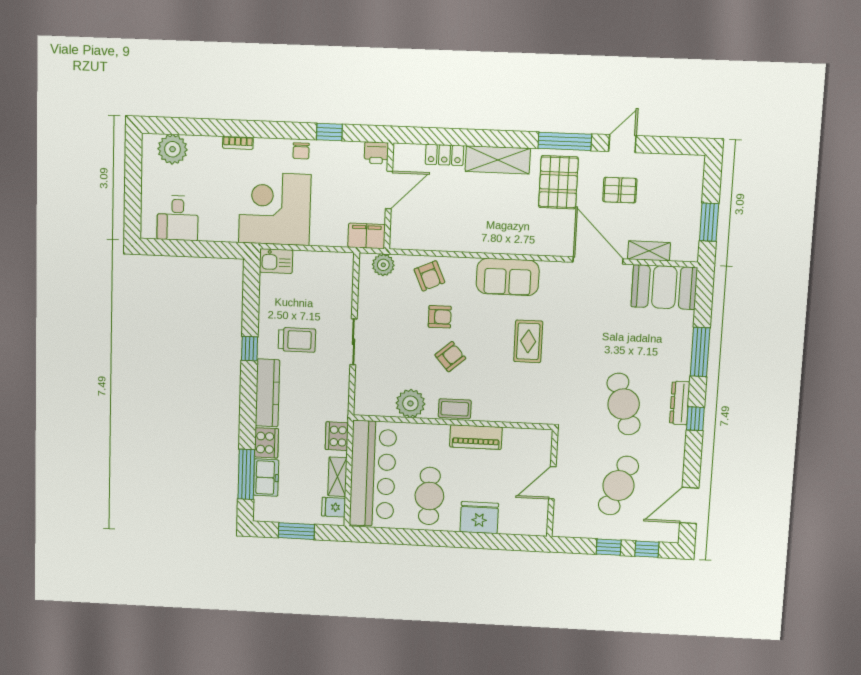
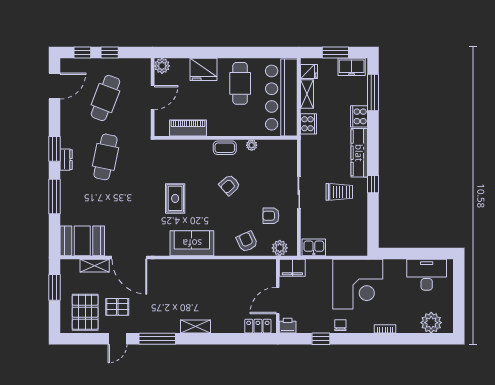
locker: (444, 155) -> (258, 326), moved
shelving: (498, 160) -> (195, 326), width x0.67, depth x0.75
pallet: (558, 182) -> (85, 312), moved
desk: (178, 218) -> (427, 275), width x1.37
kitchen sink: (276, 261) -> (314, 247), moved
armchair: (440, 317) -> (271, 216), moved
trolley: (297, 340) -> (339, 192), turned 180
plant: (410, 403) -> (252, 145), width x0.53, depth x0.53
dresser: (680, 403) -> (66, 160), width x0.70
cafe table: (624, 404) -> (105, 157), turned 30
window: (695, 419) -> (54, 149), width x1.50
piano: (476, 437) -> (188, 128), moved
freezer: (266, 478) -> (352, 67), moved, turned -90
plant: (537, 525) -> (162, 66), added

